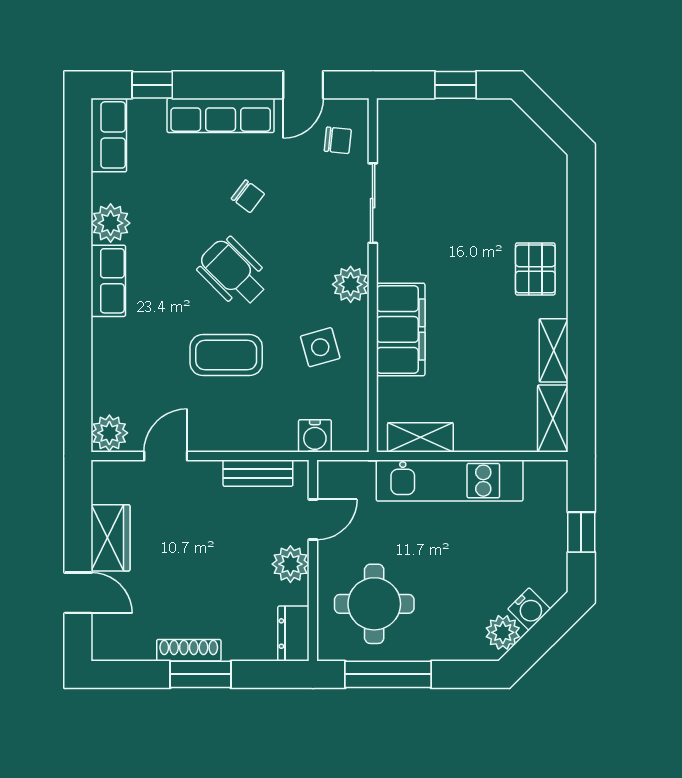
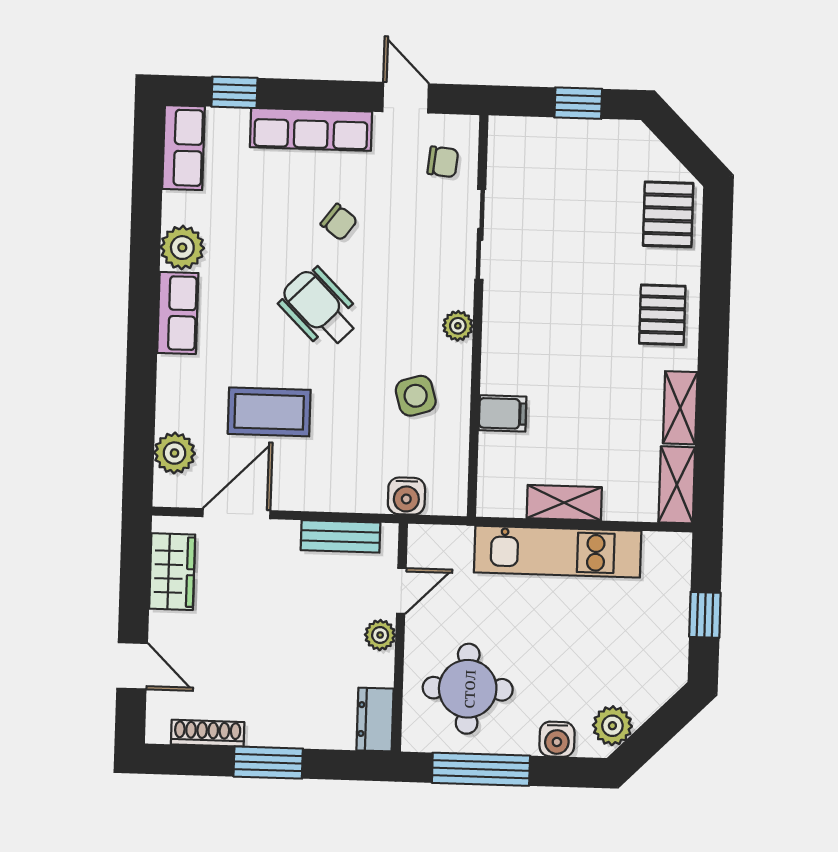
door: (303, 85) -> (406, 98), swing flipped
pallet: (538, 180) -> (668, 214), added
plant: (351, 284) -> (458, 326), width x0.73, depth x0.73
filing cabinet: (401, 329) -> (503, 413), width x0.33, depth x0.86
coffee table: (226, 355) -> (269, 412), moved
plant: (109, 433) -> (175, 453), moved
shelving: (420, 437) -> (564, 503), moved
door: (166, 456) -> (236, 514), width x1.38
wardrobe: (111, 538) -> (172, 572), moved
plant: (290, 564) -> (380, 635), width x0.73, depth x0.73
water cooler: (529, 609) -> (557, 739), moved, turned 45
shoe rack: (189, 650) -> (208, 733), moved

